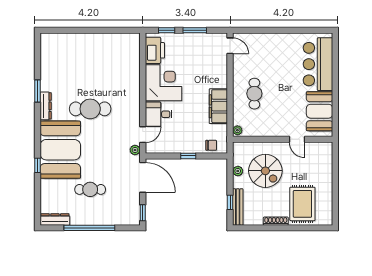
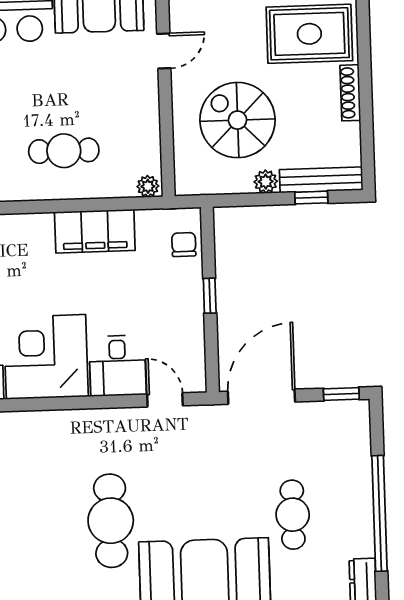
plant: (135, 150) -> (200, 416), removed
plant: (238, 171) -> (266, 182), moved
spiral stairs: (265, 171) -> (238, 120), turned -90

